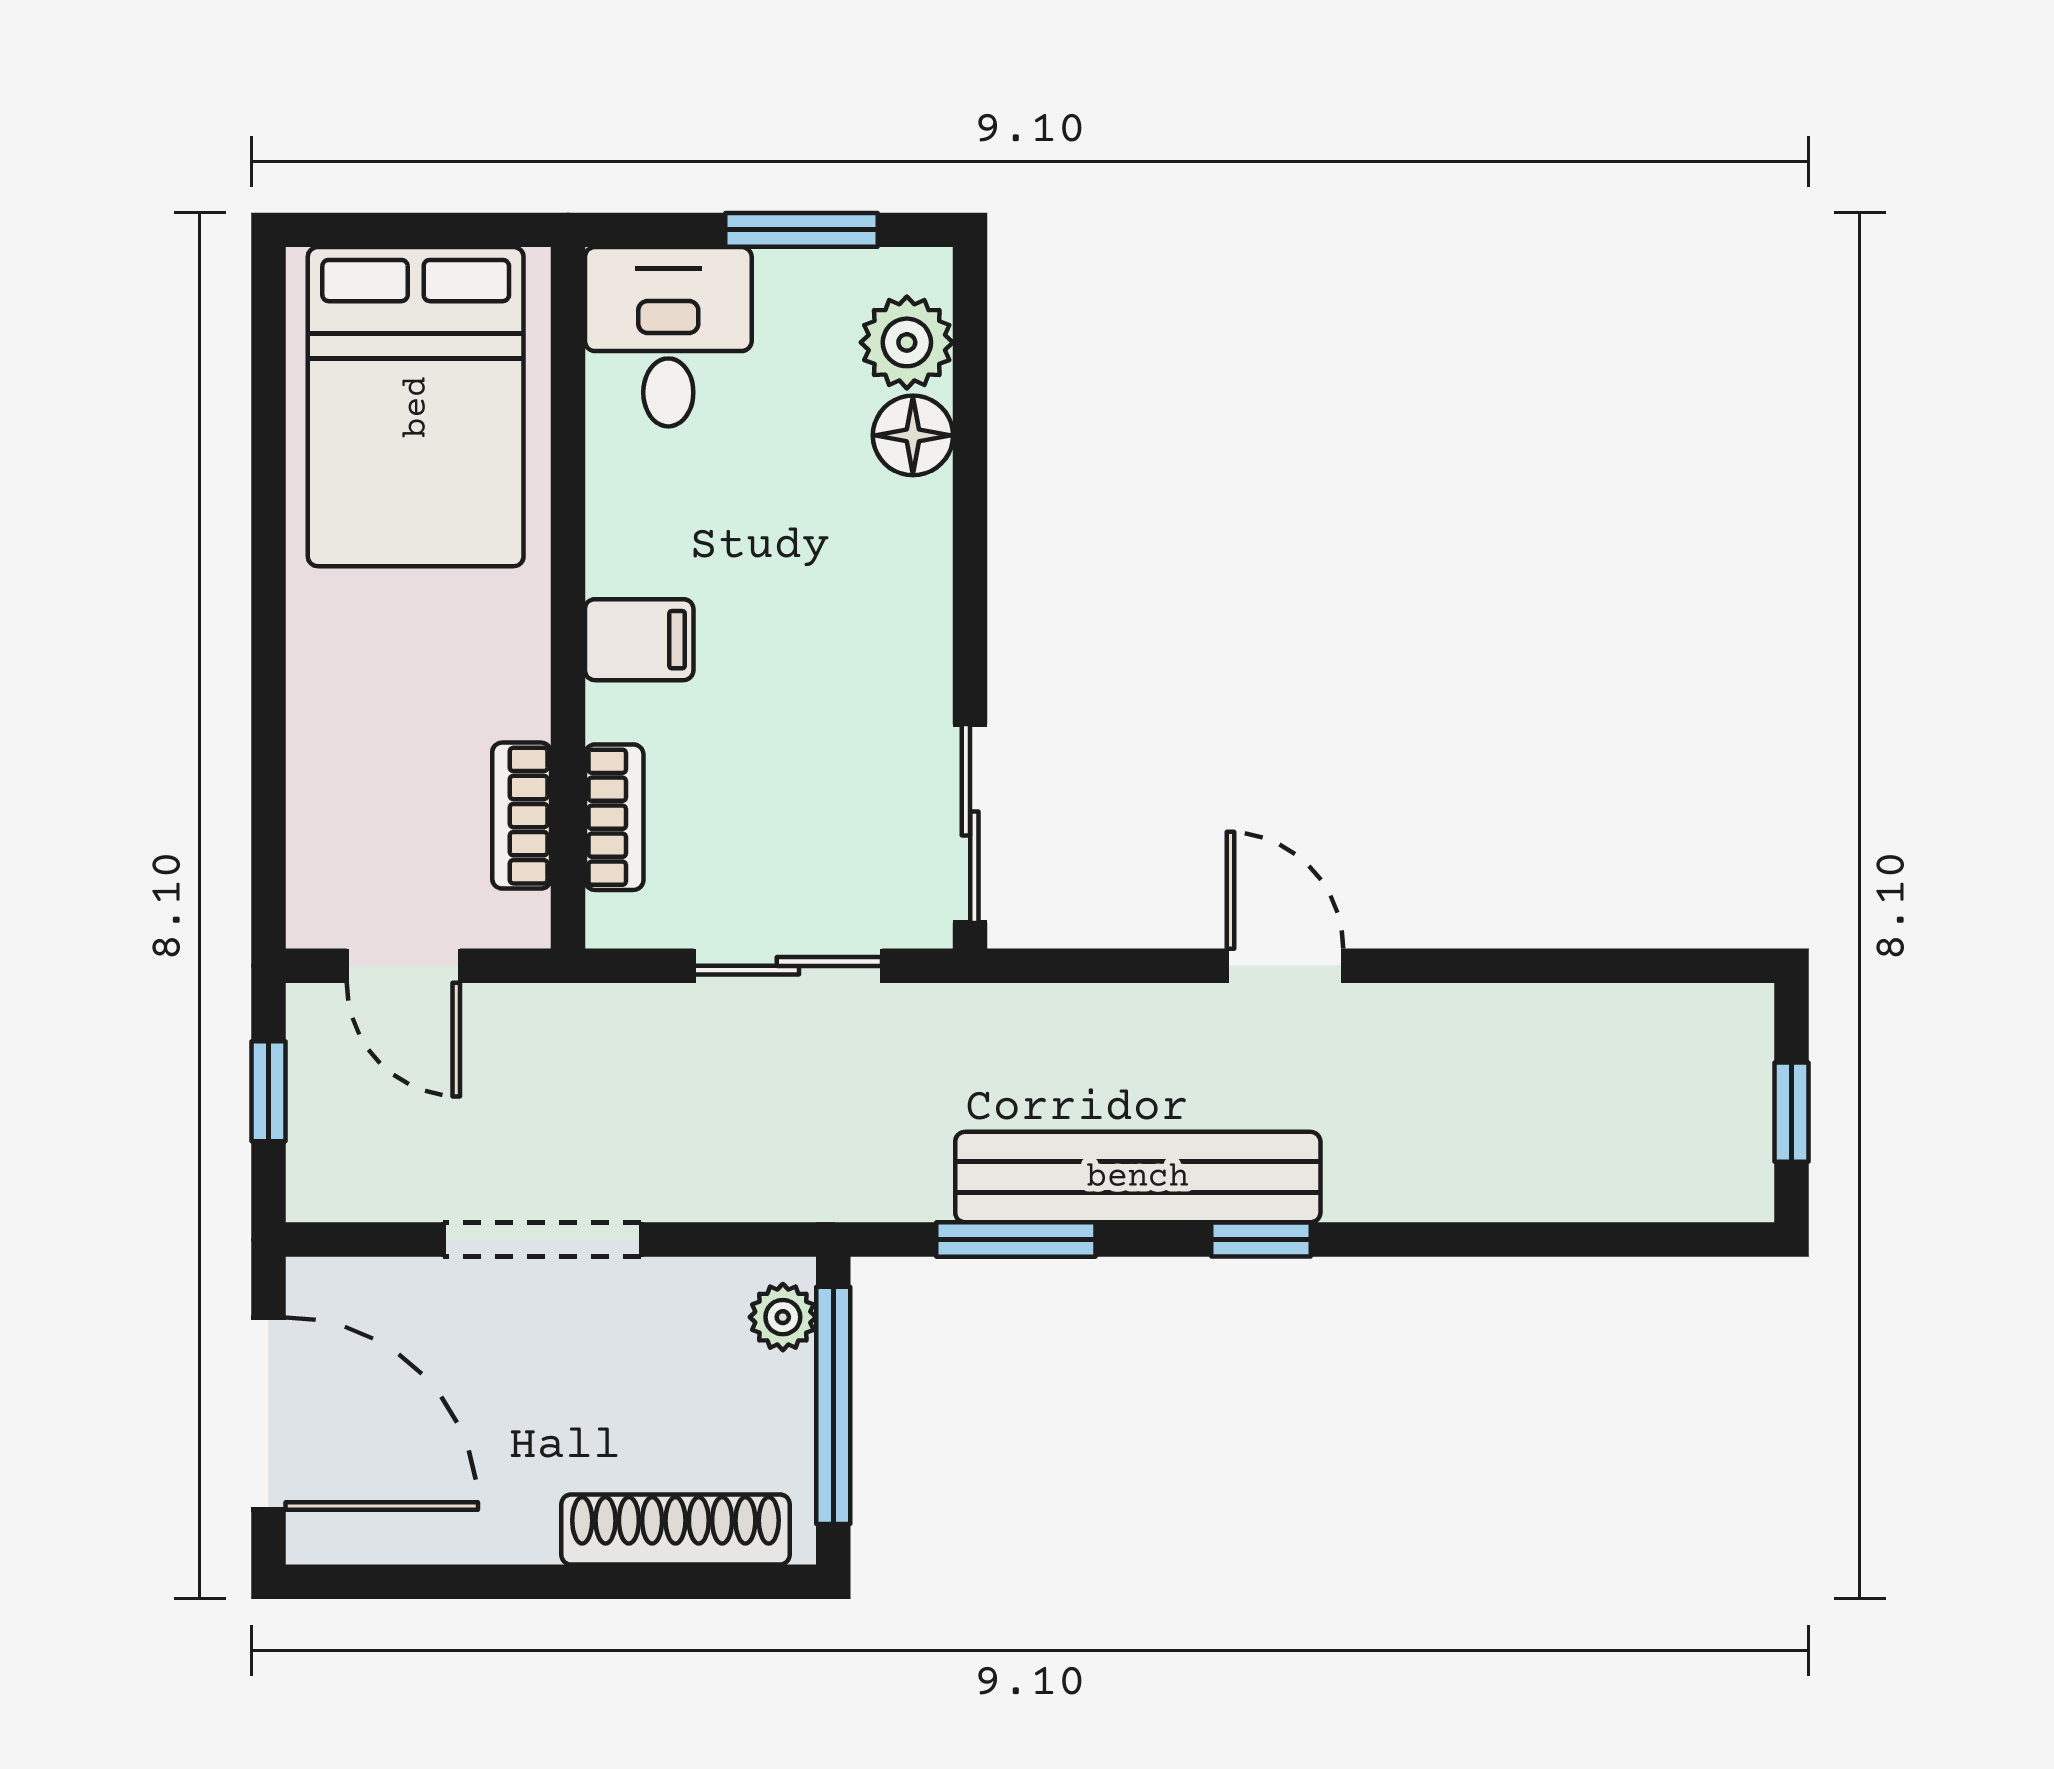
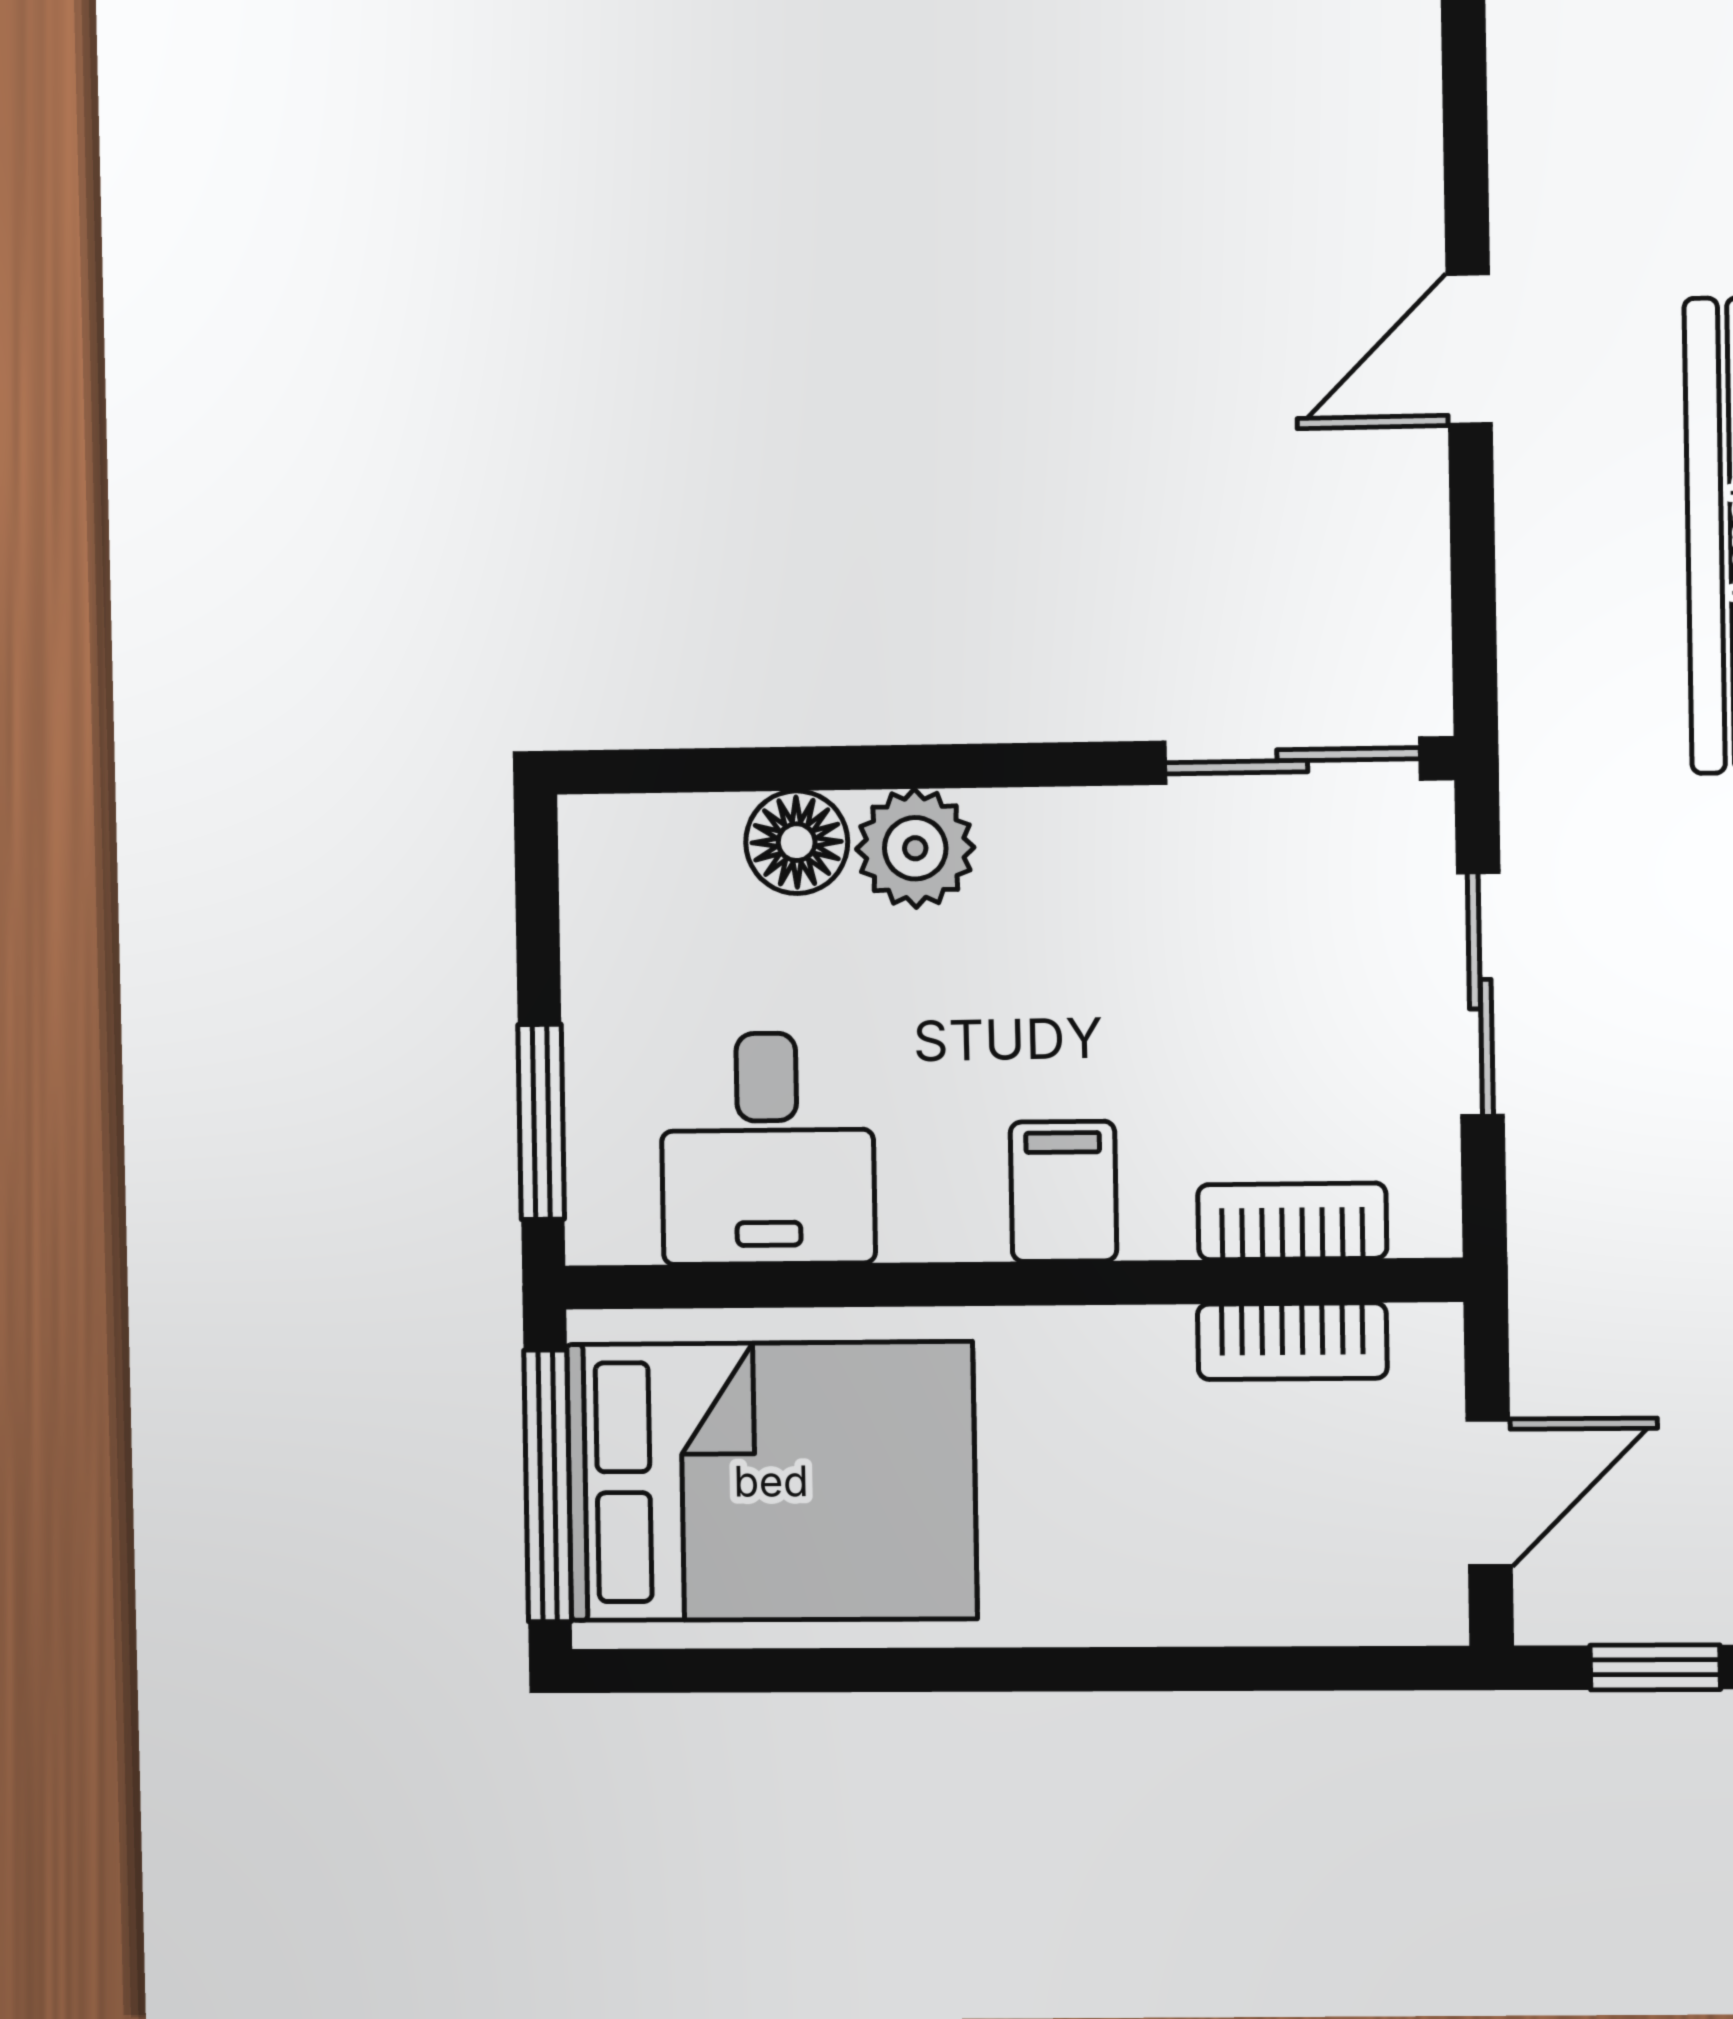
window: (413, 230) -> (548, 1486), added
window: (802, 230) -> (541, 1122), moved
desk: (668, 337) -> (768, 1149), moved, turned -90
plant: (907, 342) -> (915, 848), moved

